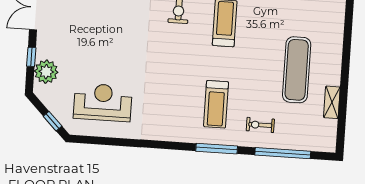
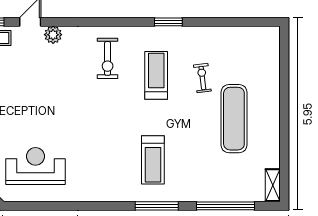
shelving: (332, 102) -> (273, 185), moved
exercise bike: (260, 125) -> (202, 78), moved, turned 83

